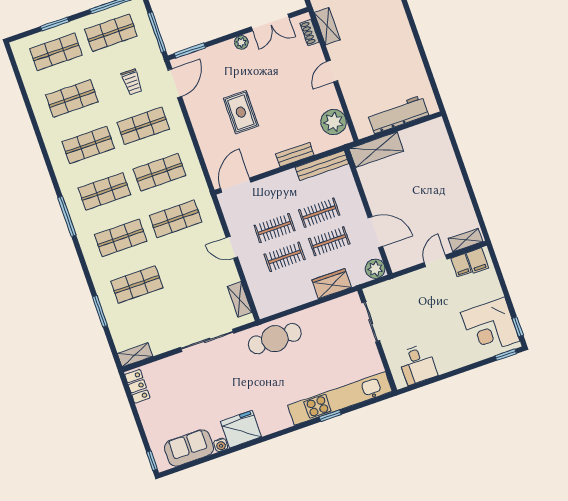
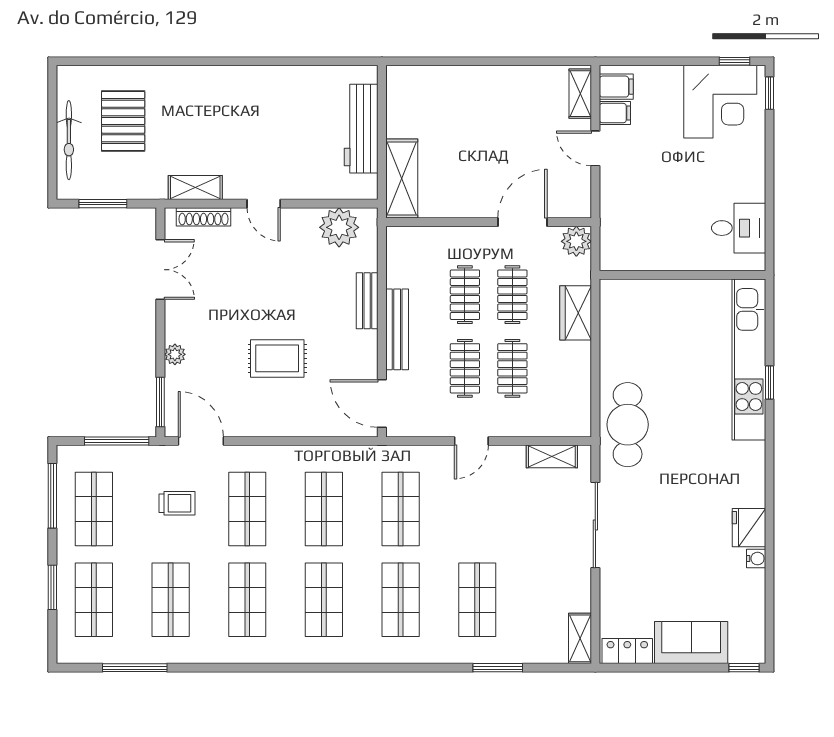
shoe rack: (310, 33) -> (204, 217), width x1.43
plant: (241, 42) -> (175, 354), moved
bench: (322, 165) -> (397, 329), moved
window: (67, 216) -> (135, 668), moved
sliding door: (371, 322) -> (652, 275), removed
fridge: (241, 429) -> (749, 528), width x0.73, depth x0.75
sofa: (189, 448) -> (691, 643), moved, turned 90

